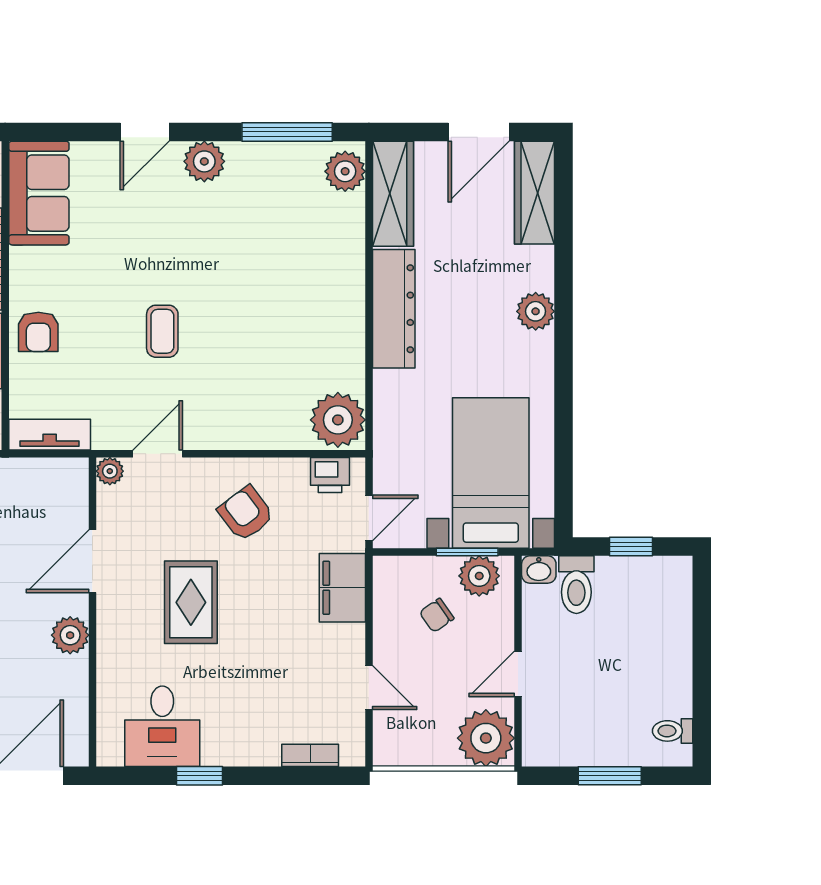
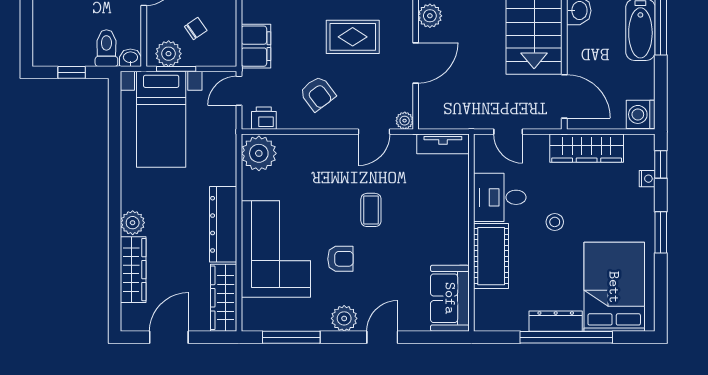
plant: (345, 171) -> (254, 312), removed
wardrobe: (535, 193) -> (133, 270), moved
corner sofa: (311, 270) -> (276, 249), added
armchair: (38, 332) -> (340, 259), moved, turned 90
rug: (191, 602) -> (353, 37), turned 90

